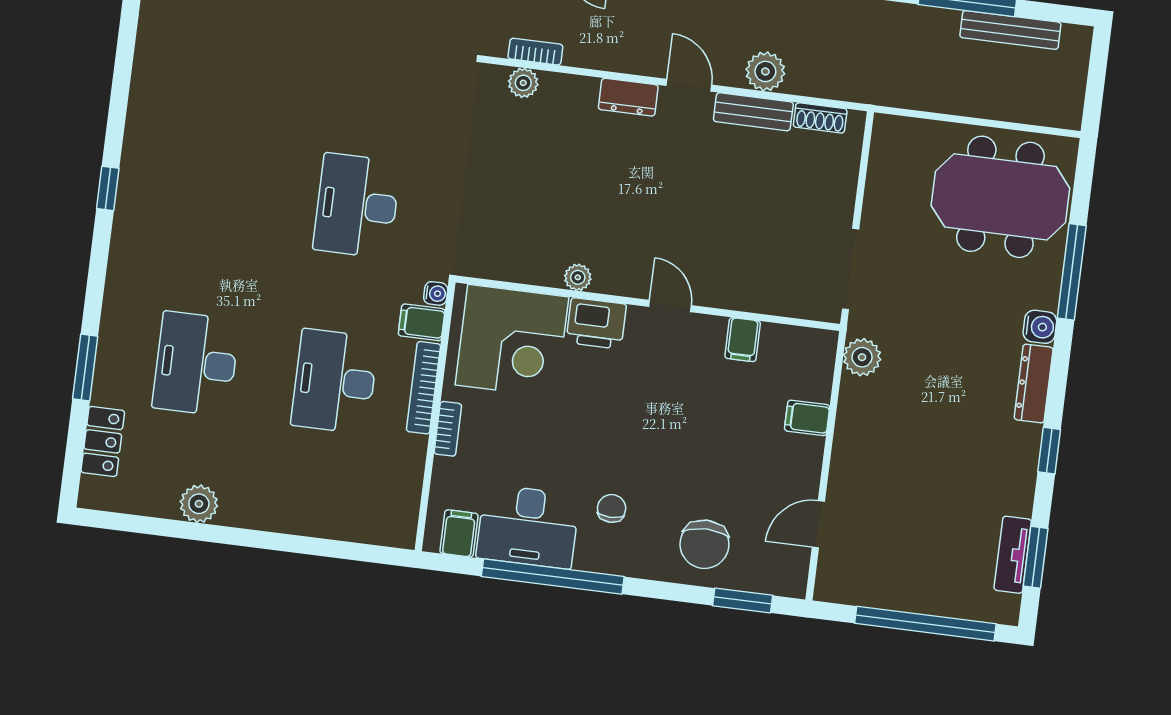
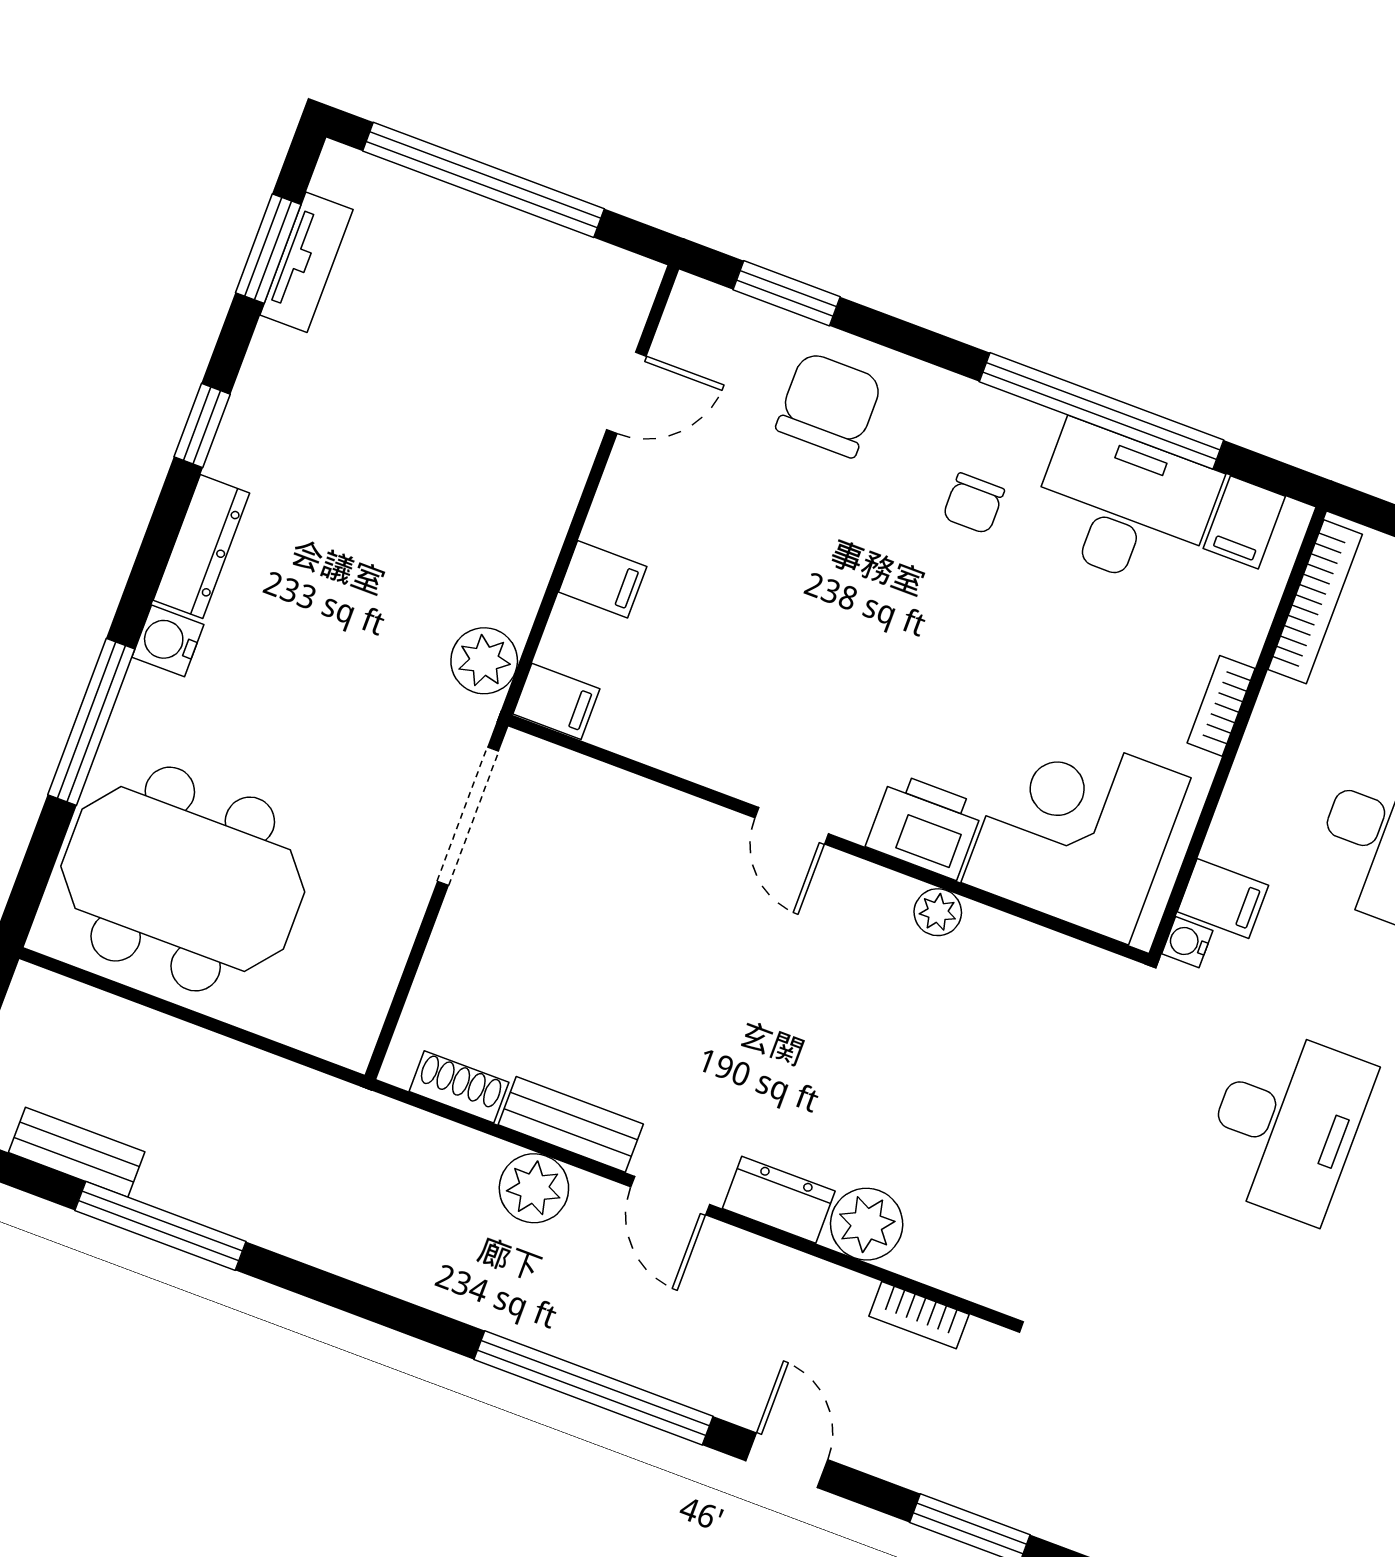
bench: (1010, 30) -> (77, 1152), width x0.73
plant: (523, 83) -> (867, 1224), moved, width x1.38, depth x1.38
filing cabinet: (743, 340) -> (556, 701), moved, turned 90
bookcase: (423, 388) -> (1315, 602), moved

